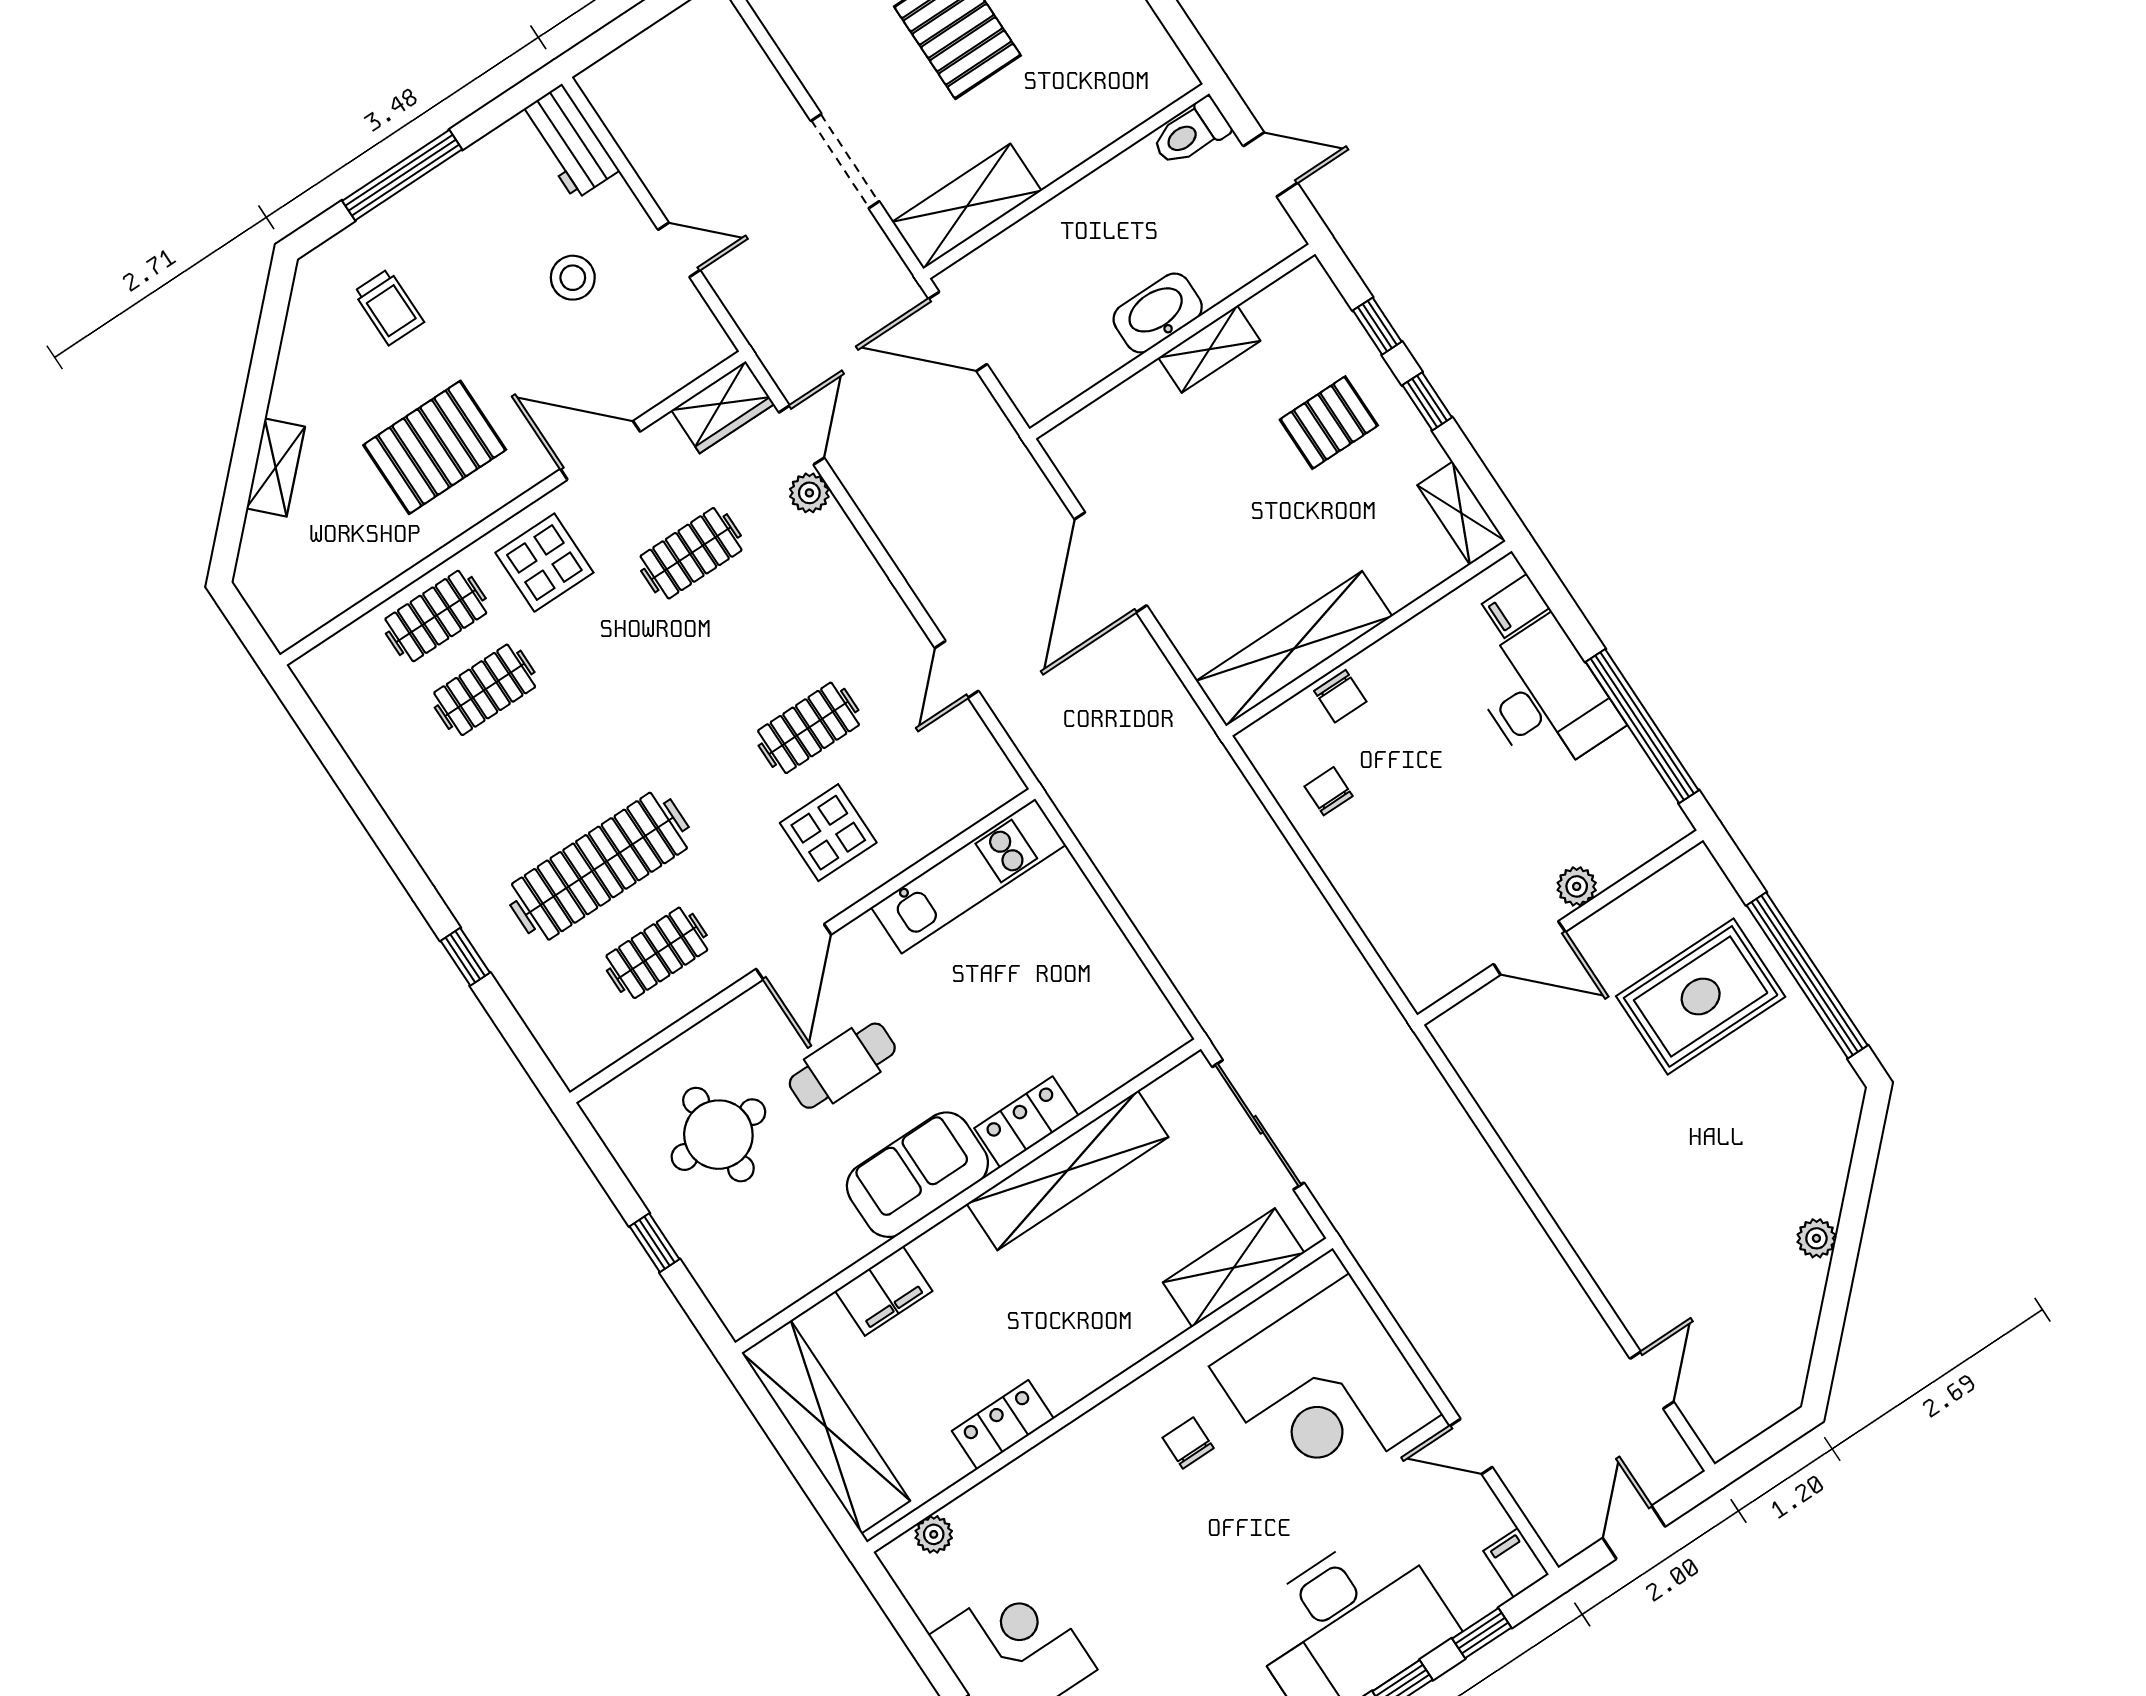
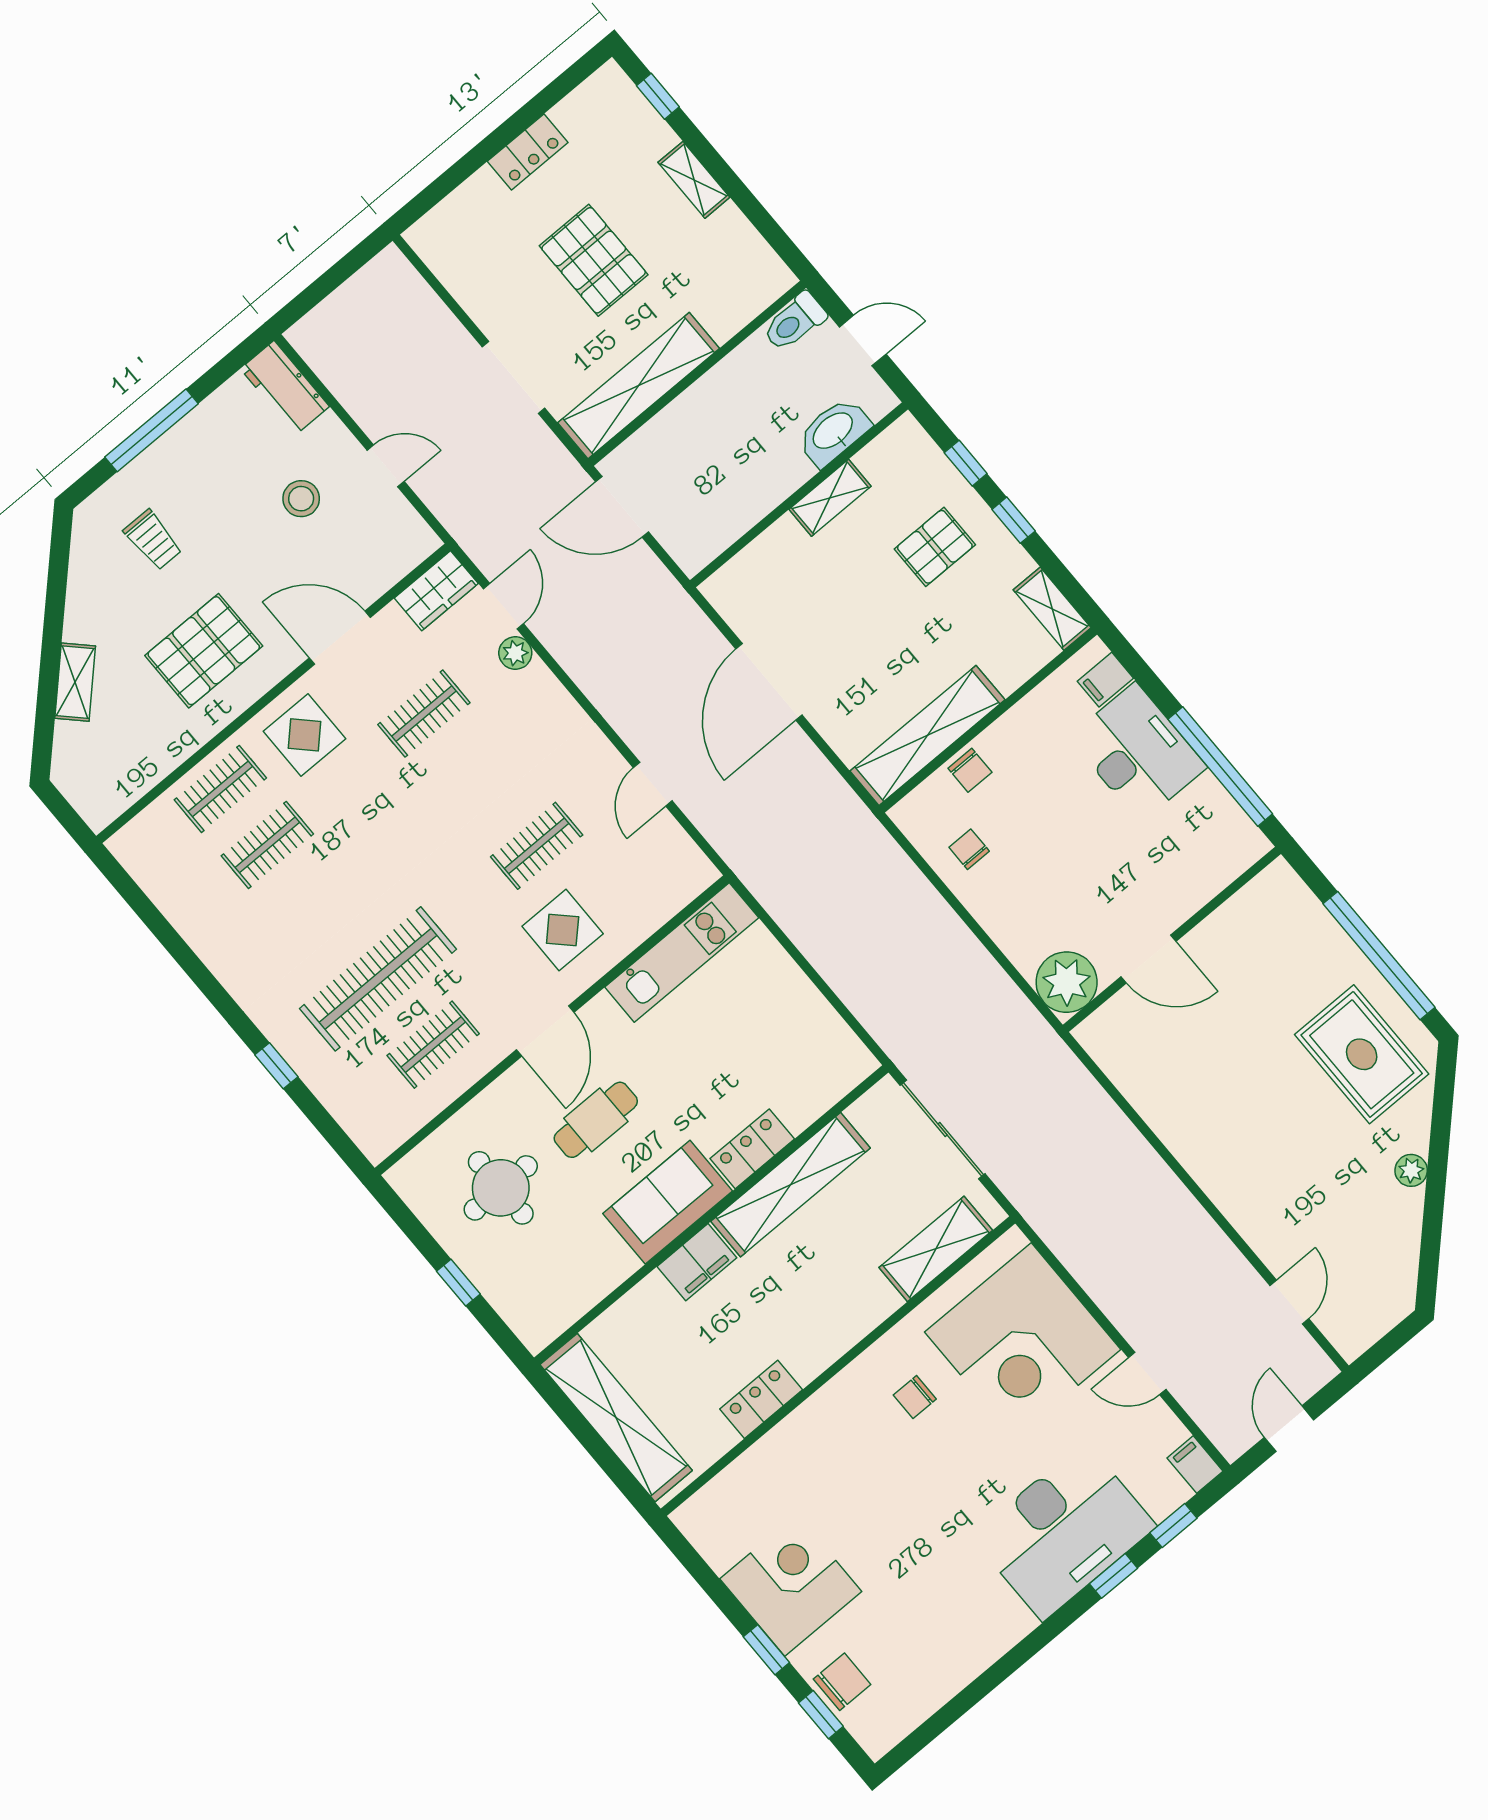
shelving: (967, 206) -> (639, 386), width x1.47
washbasin: (1158, 313) -> (833, 432), moved
plant: (1577, 886) -> (1067, 982), moved, width x1.87, depth x1.87
rug: (1701, 996) -> (1362, 1054), moved, turned 90
filing cabinet: (884, 1291) -> (697, 1262), moved
chair: (1188, 1443) -> (915, 1397), turned -90
plant: (934, 1534) -> (715, 1496), removed

